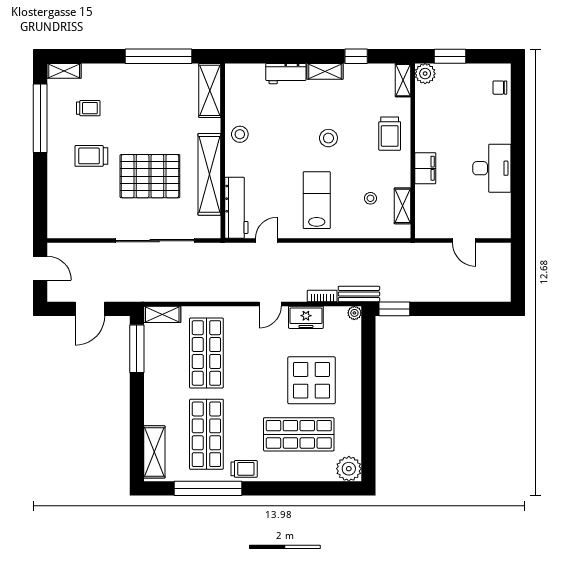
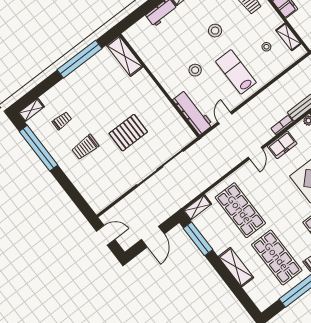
stool: (240, 134) -> (195, 70), moved
shelving: (209, 174) -> (162, 105), removed
pallet: (150, 176) -> (128, 133), width x0.73, depth x0.71
shelving: (154, 452) -> (236, 267), moved

